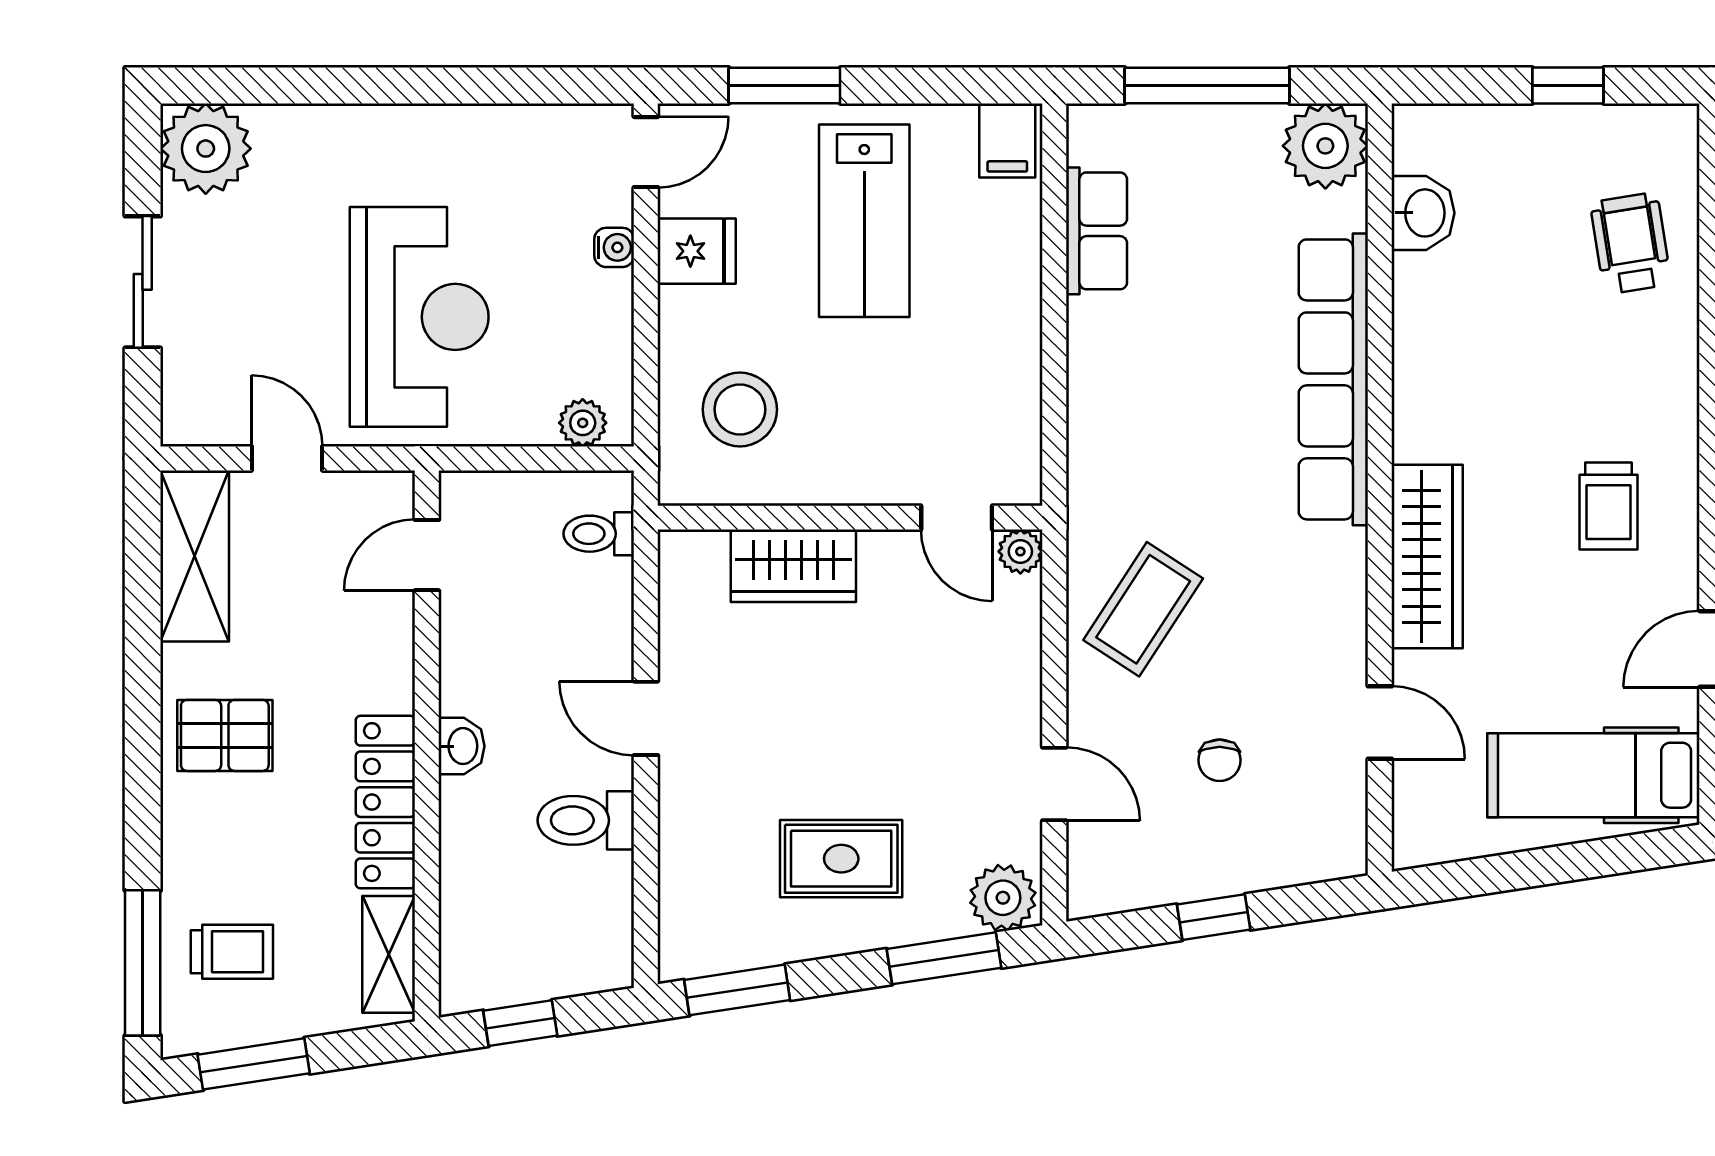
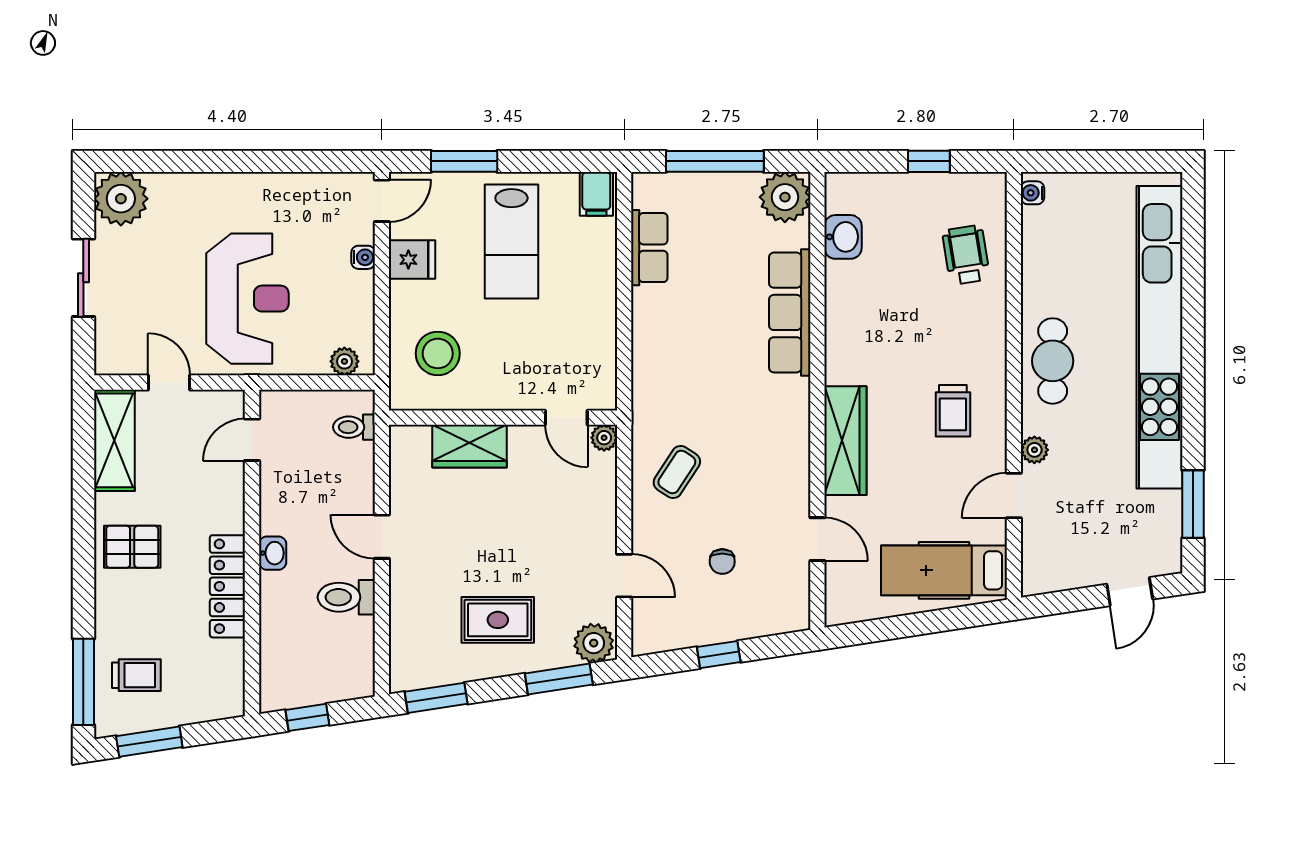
row of seats: (1333, 379) -> (790, 312), width x0.73
coffee table: (1143, 609) -> (677, 472), width x0.73, depth x0.77
shelving: (389, 954) -> (229, 677), removed

